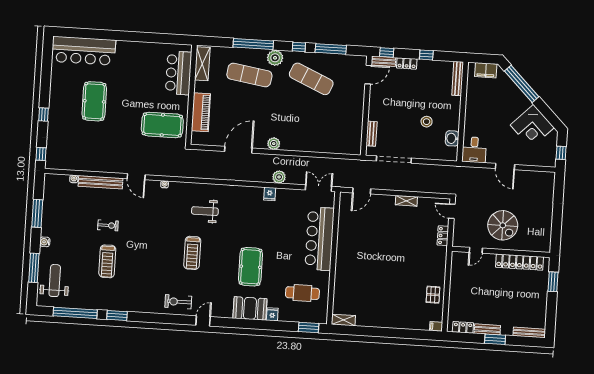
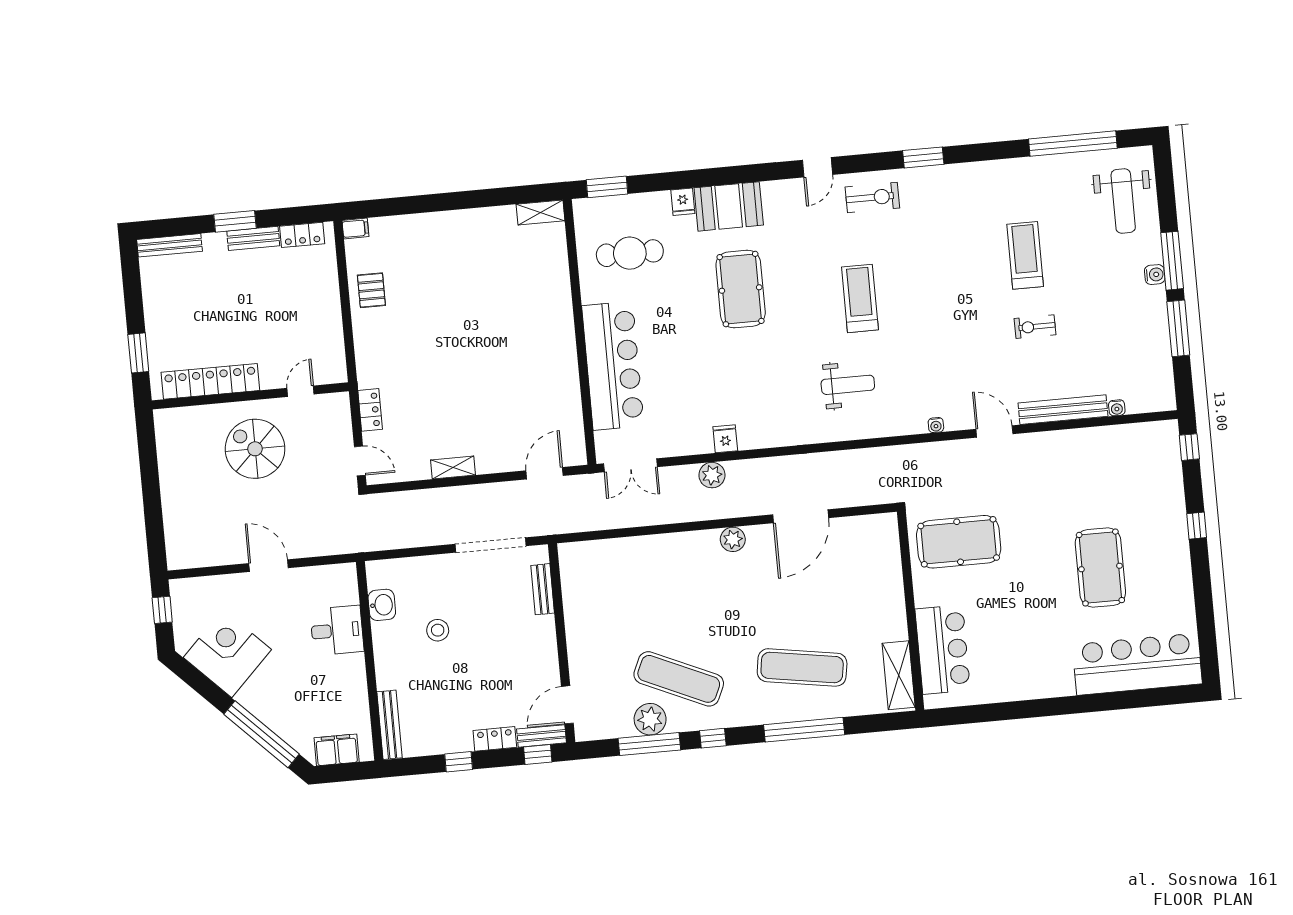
plant: (275, 58) -> (650, 719), moved
piano: (201, 112) -> (886, 579), removed
desk: (474, 150) -> (337, 630), moved, turned 90
window: (34, 268) -> (1172, 261), moved
window: (117, 315) -> (923, 157), moved

